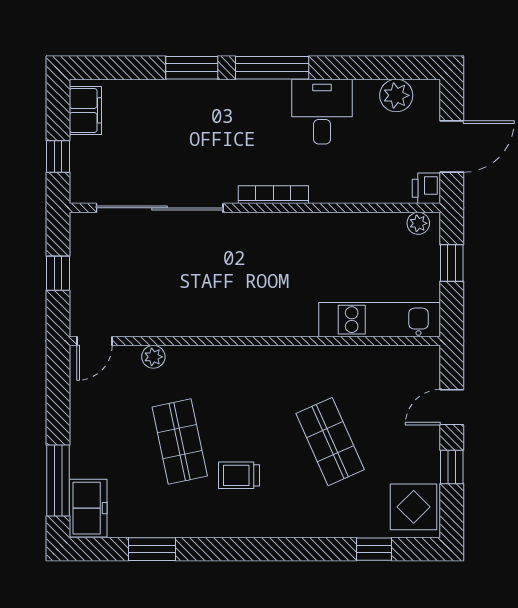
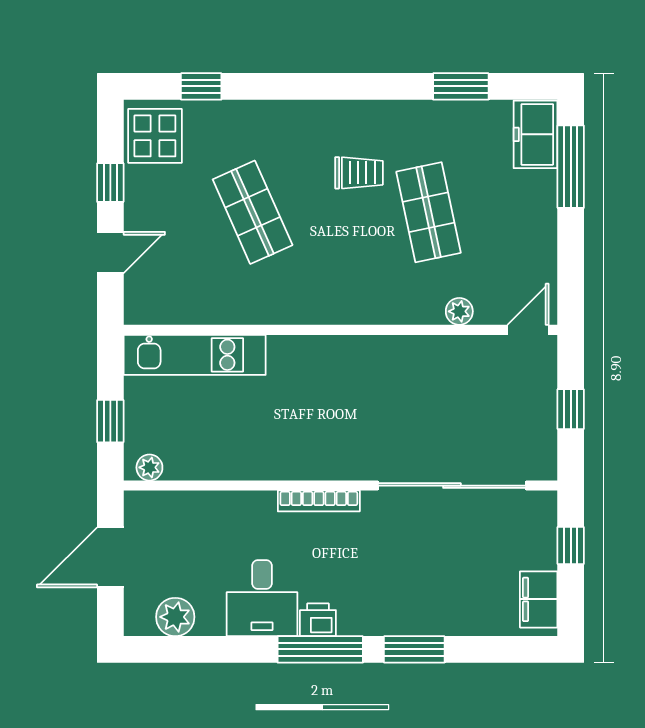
printer: (426, 188) -> (318, 620), moved, turned -90

